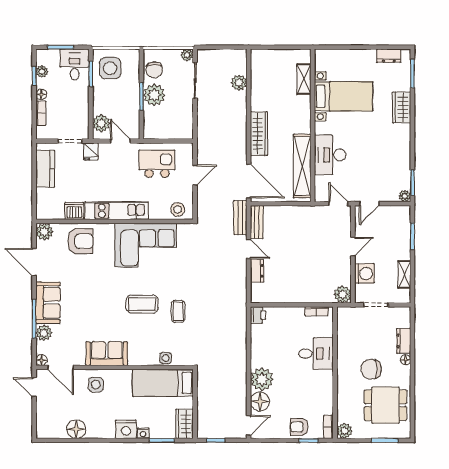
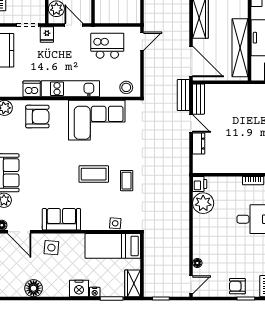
door: (195, 175) -> (142, 41), moved
plant: (262, 379) -> (203, 203), moved
floor lamp: (260, 401) -> (197, 263), width x0.53, depth x0.53

